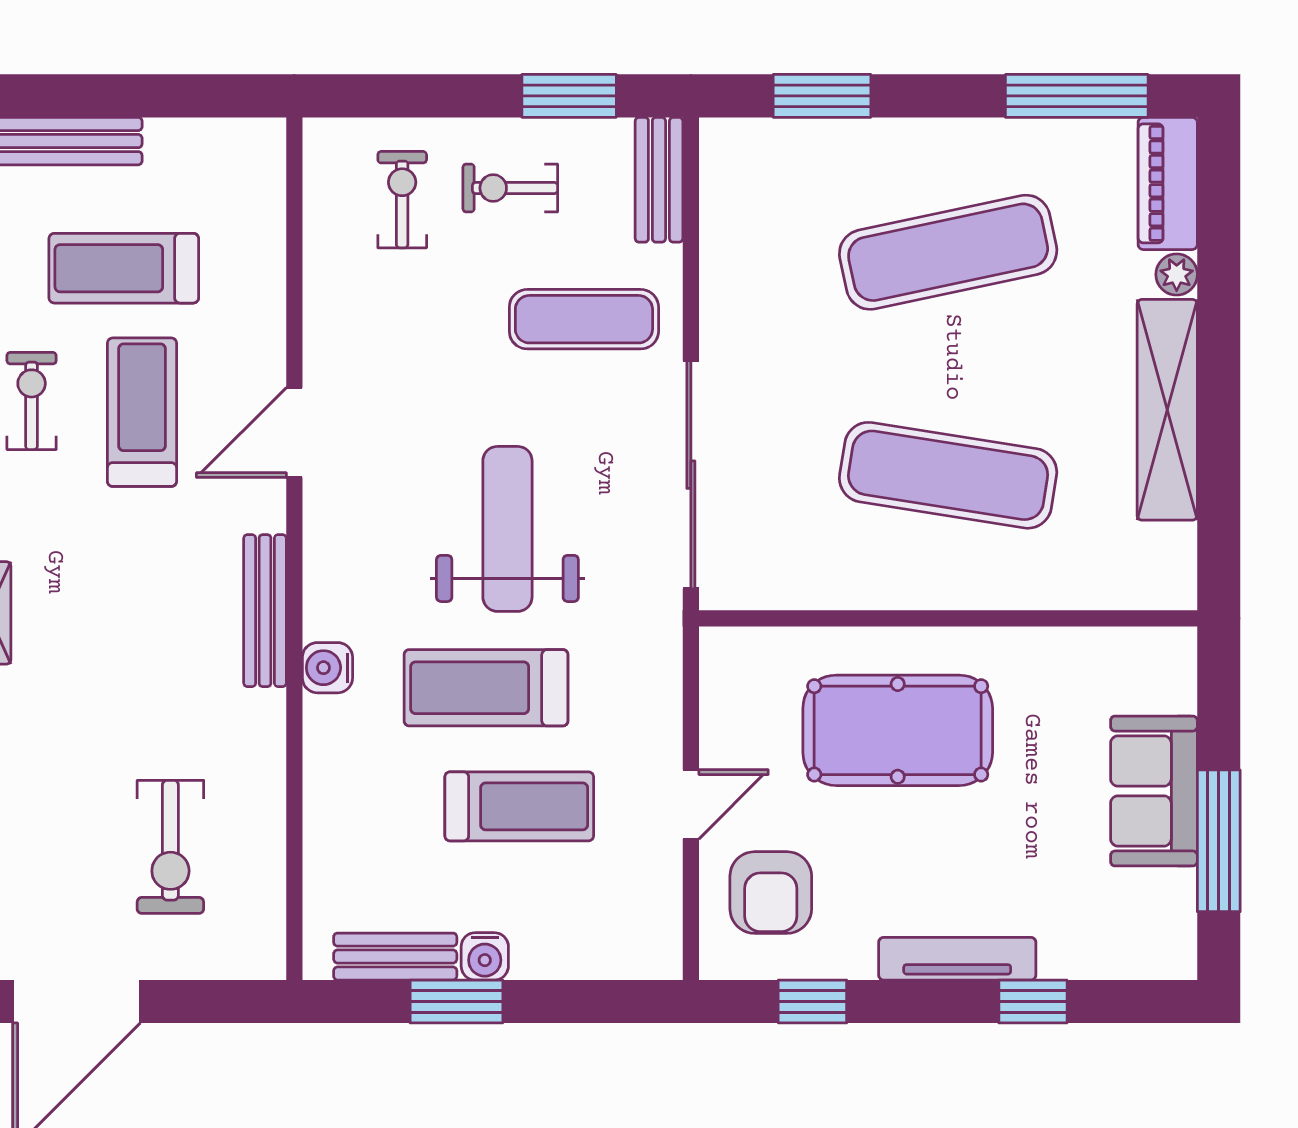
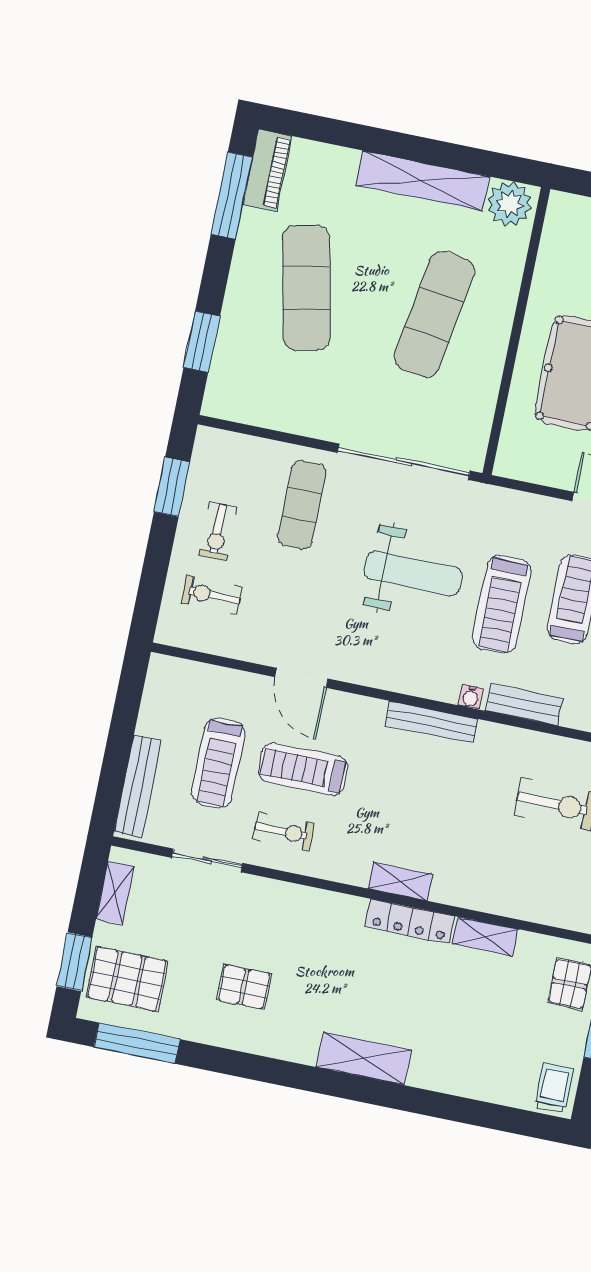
bench: (659, 180) -> (524, 705), moved
piano: (1168, 183) -> (267, 170), moved, turned -90
plant: (1177, 274) -> (510, 204), moved, width x1.87, depth x1.87
exercise bike: (32, 401) -> (284, 831), turned 180
door: (294, 433) -> (301, 678), moved
weight bench: (507, 529) -> (413, 573), turned 180
water cooler: (327, 668) -> (471, 697), width x0.72, depth x0.72

